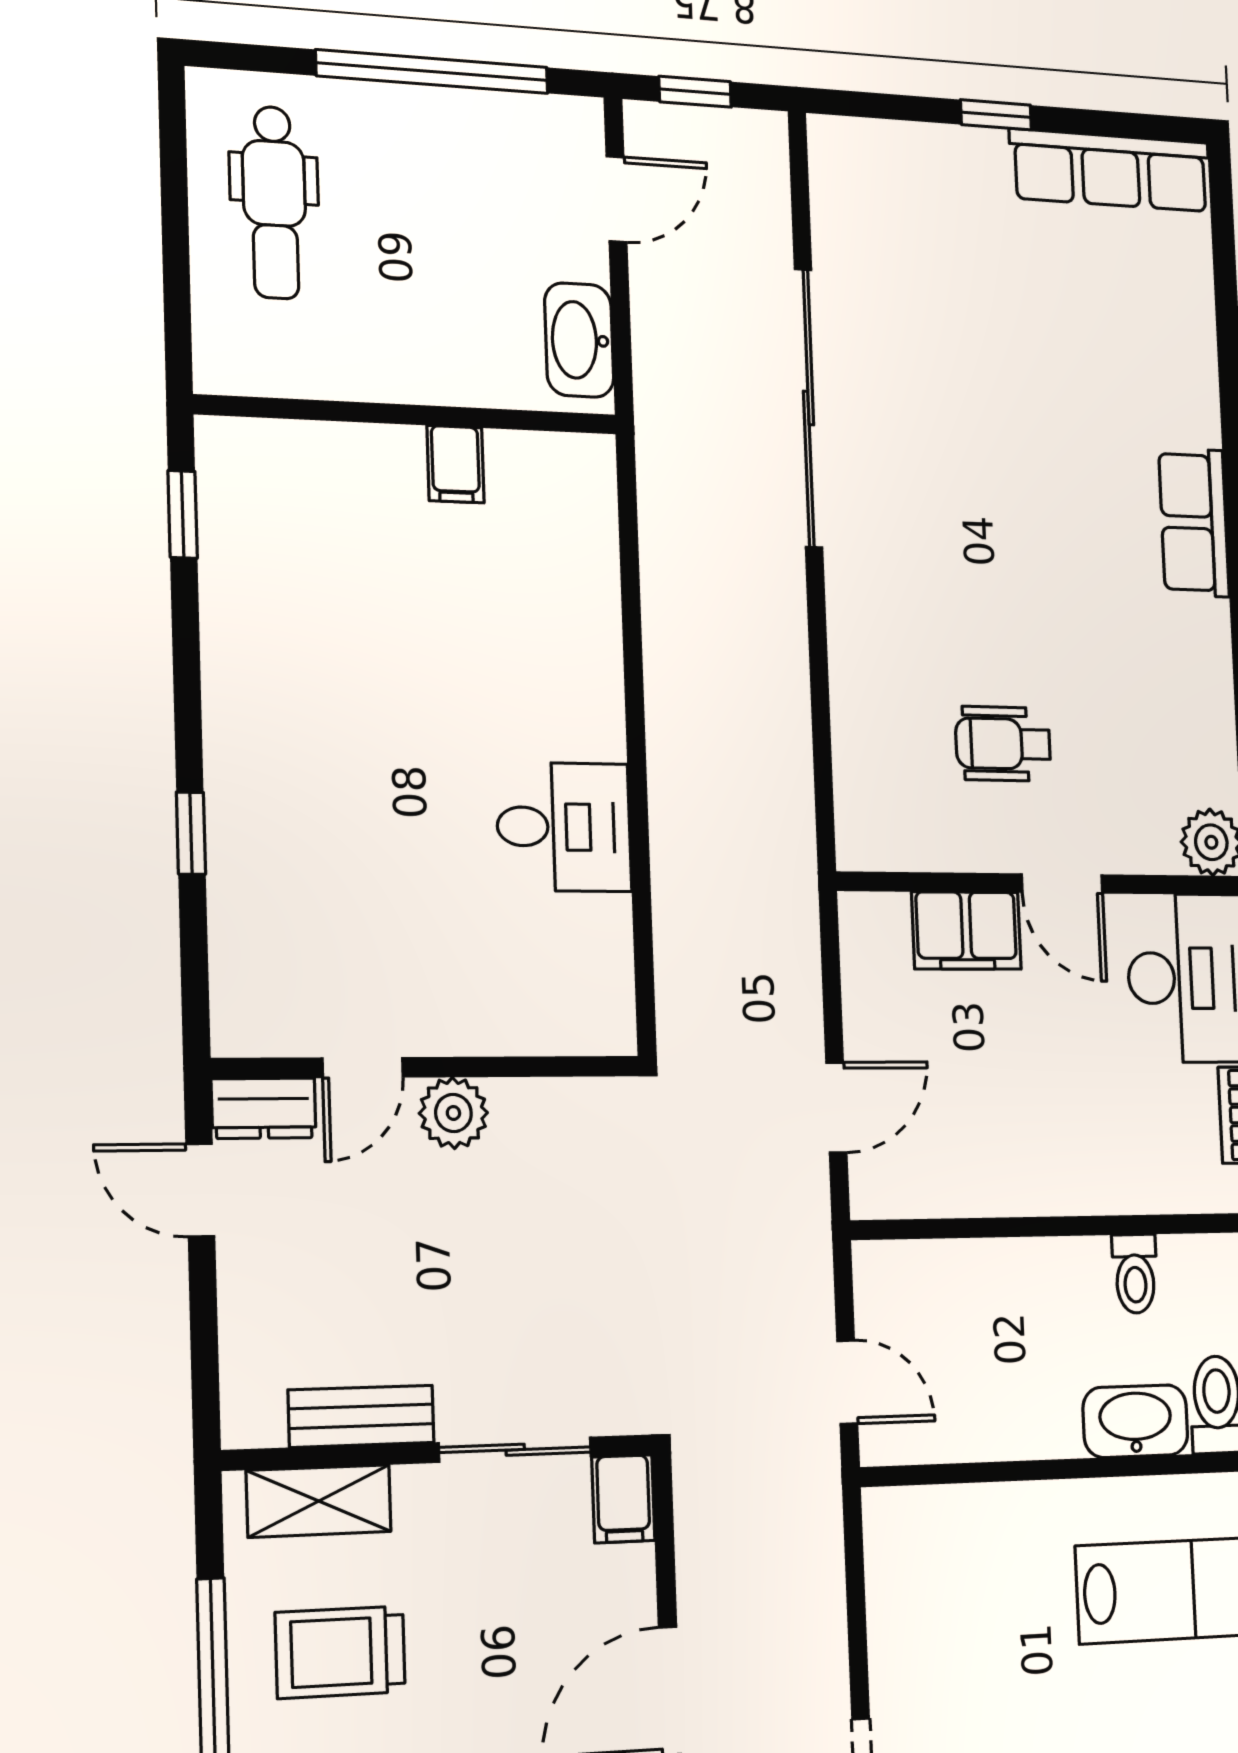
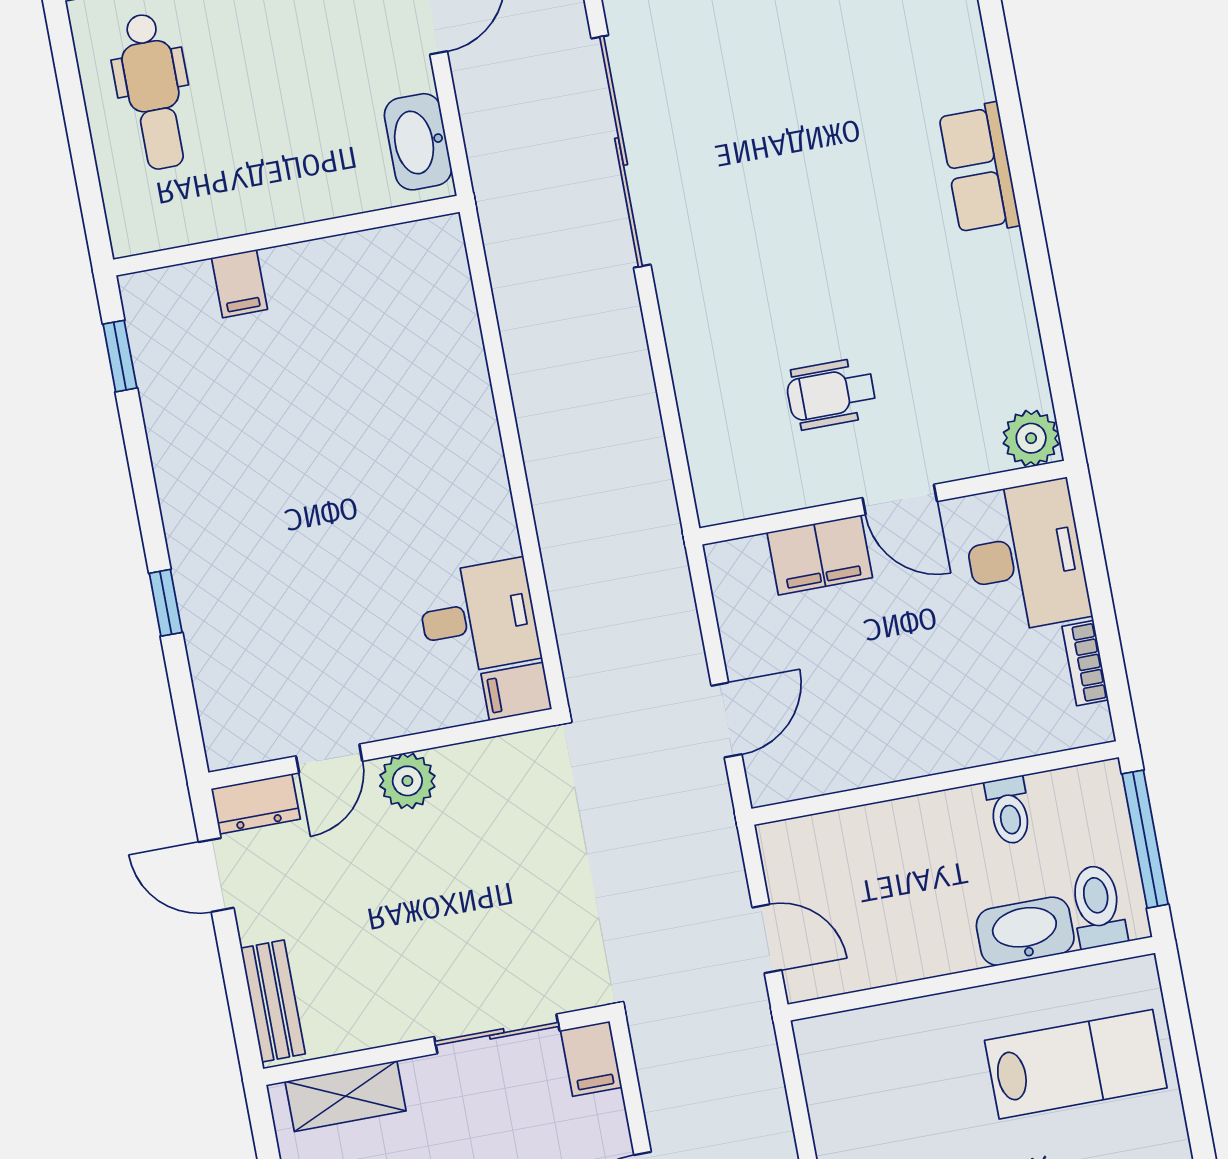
filing cabinet: (455, 464) -> (240, 284), moved
desk: (564, 827) -> (478, 617), moved
filing cabinet: (599, 1026) -> (516, 691), added
bench: (361, 1416) -> (273, 1001), moved, turned 90

